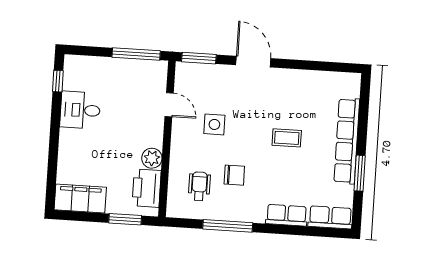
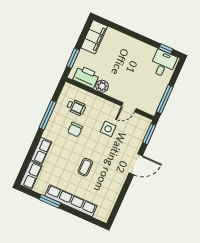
desk: (80, 110) -> (163, 64), moved

